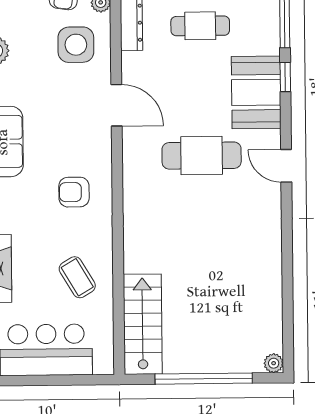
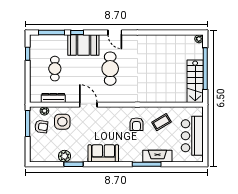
door: (116, 105) -> (88, 105), hinge flipped
door: (286, 166) -> (115, 33), hinge flipped
armchair: (74, 192) -> (136, 124), moved
stairs: (143, 324) -> (195, 81), moved, turned -90

